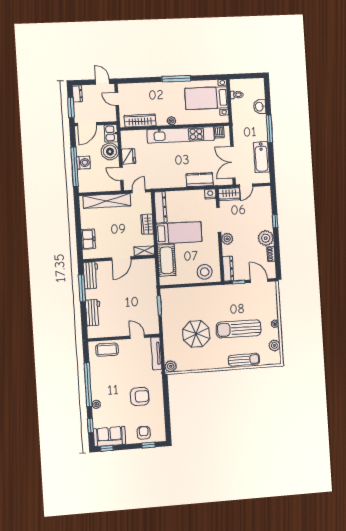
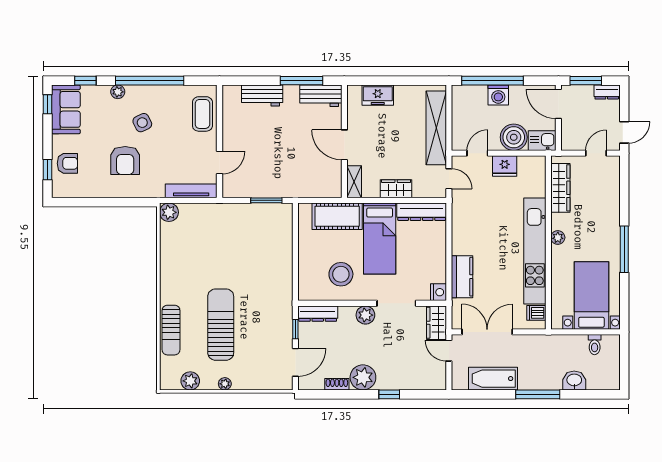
stool: (205, 272) -> (341, 274), moved
parasol: (196, 334) -> (217, 256), removed
side table: (115, 387) -> (142, 123), added

